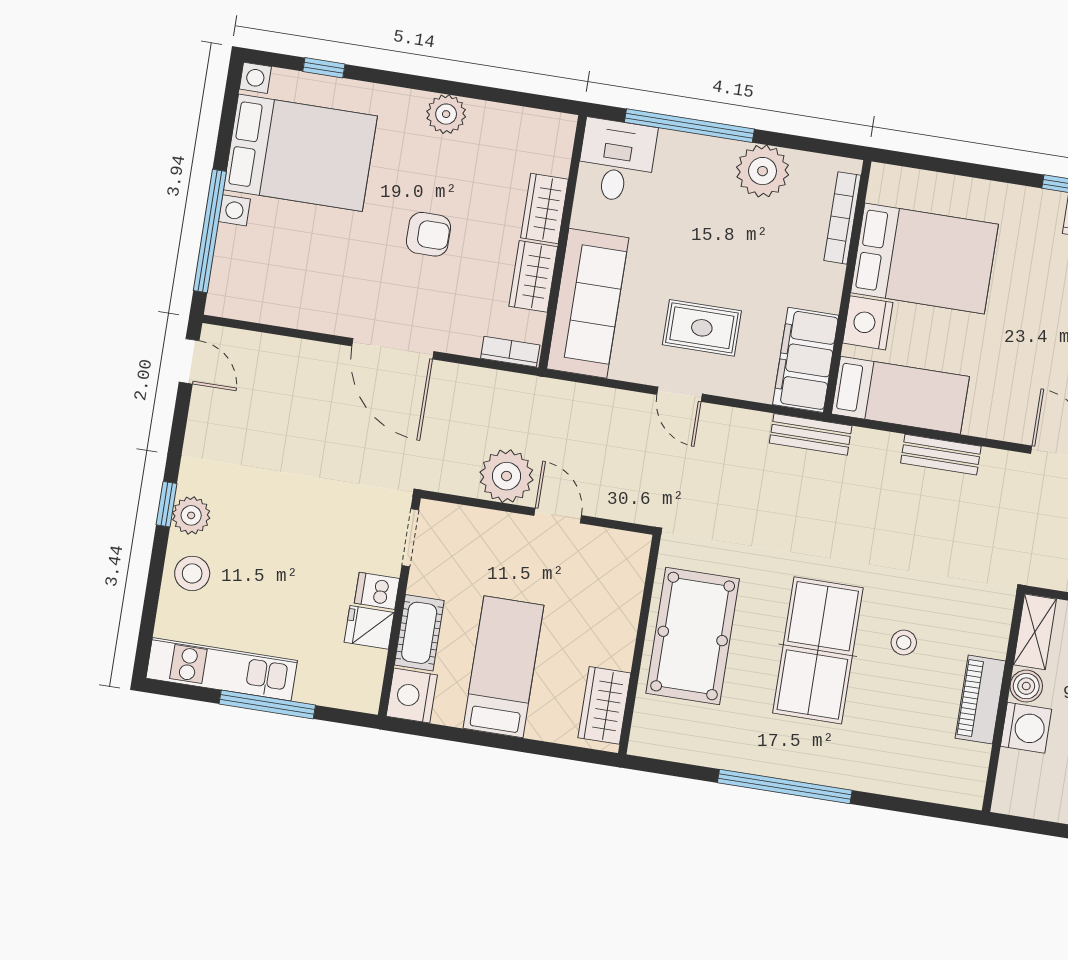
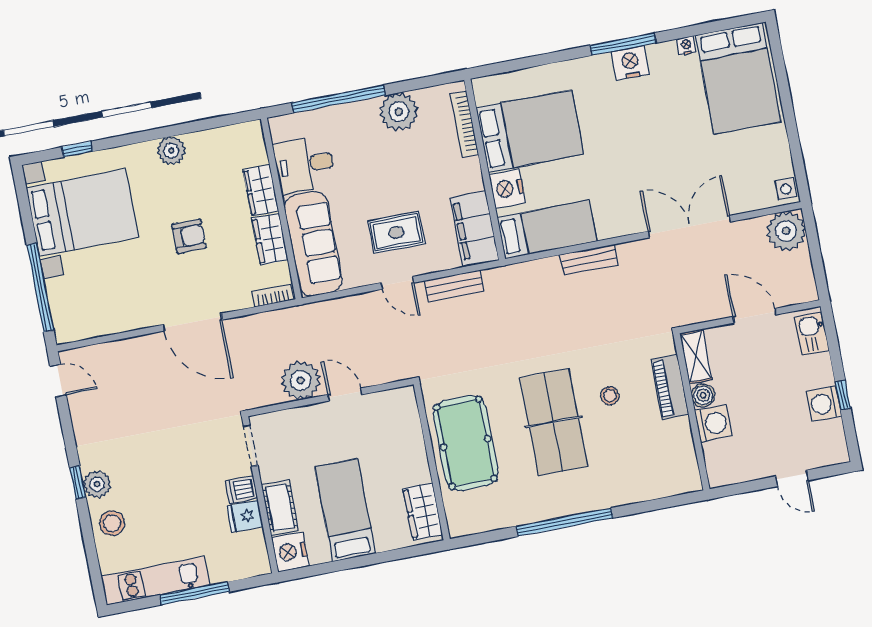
desk: (616, 161) -> (304, 165), moved, turned -90
bench: (811, 434) -> (454, 286), moved
piano: (980, 700) -> (670, 387), moved

